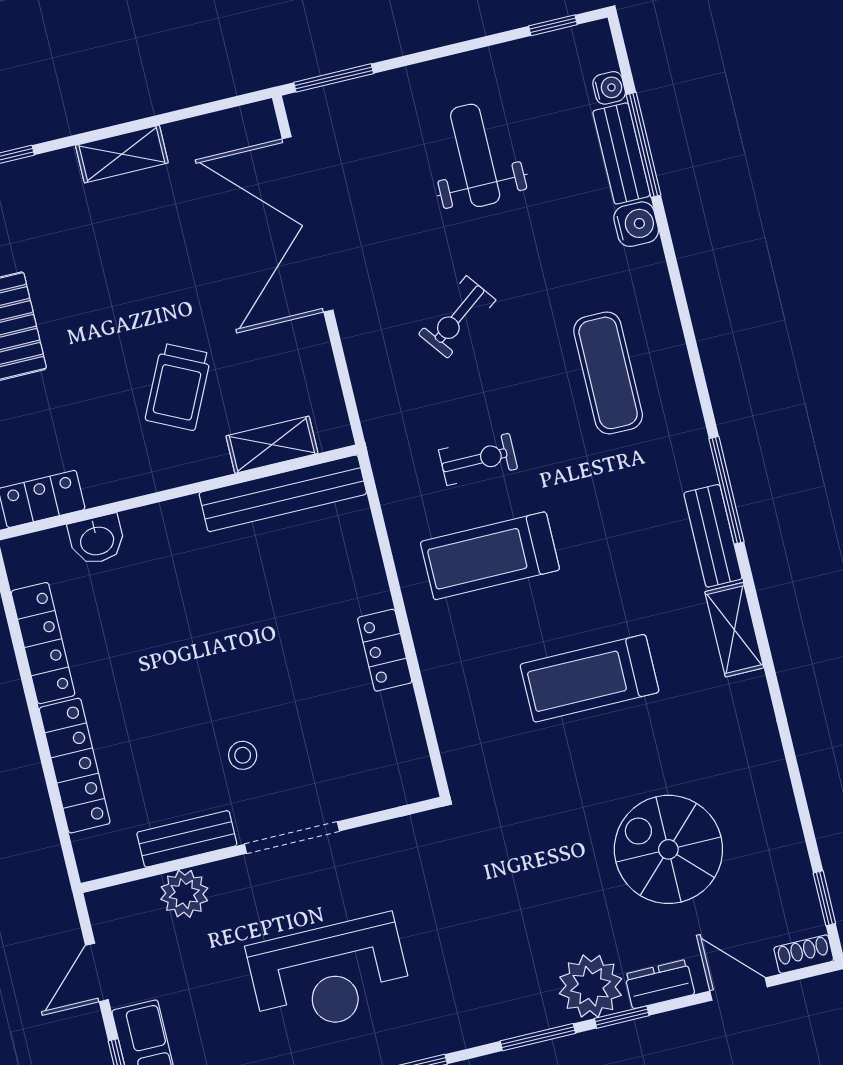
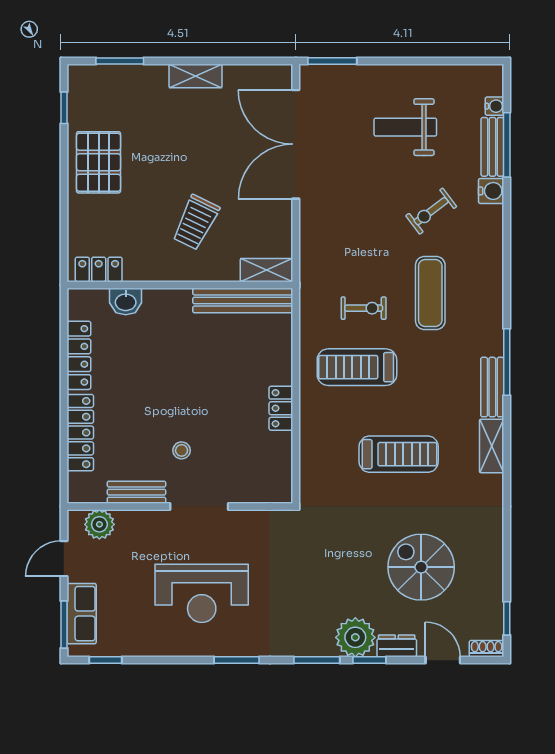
window: (553, 25) -> (470, 61), removed
weight bench: (475, 155) -> (405, 127), turned -90
exercise bike: (457, 317) -> (431, 211), moved
exercise mat: (608, 373) -> (430, 293), moved
shelving: (272, 445) -> (267, 270), moved
treadmill: (590, 678) -> (399, 454), turned 180
plant: (184, 894) -> (99, 524), moved

